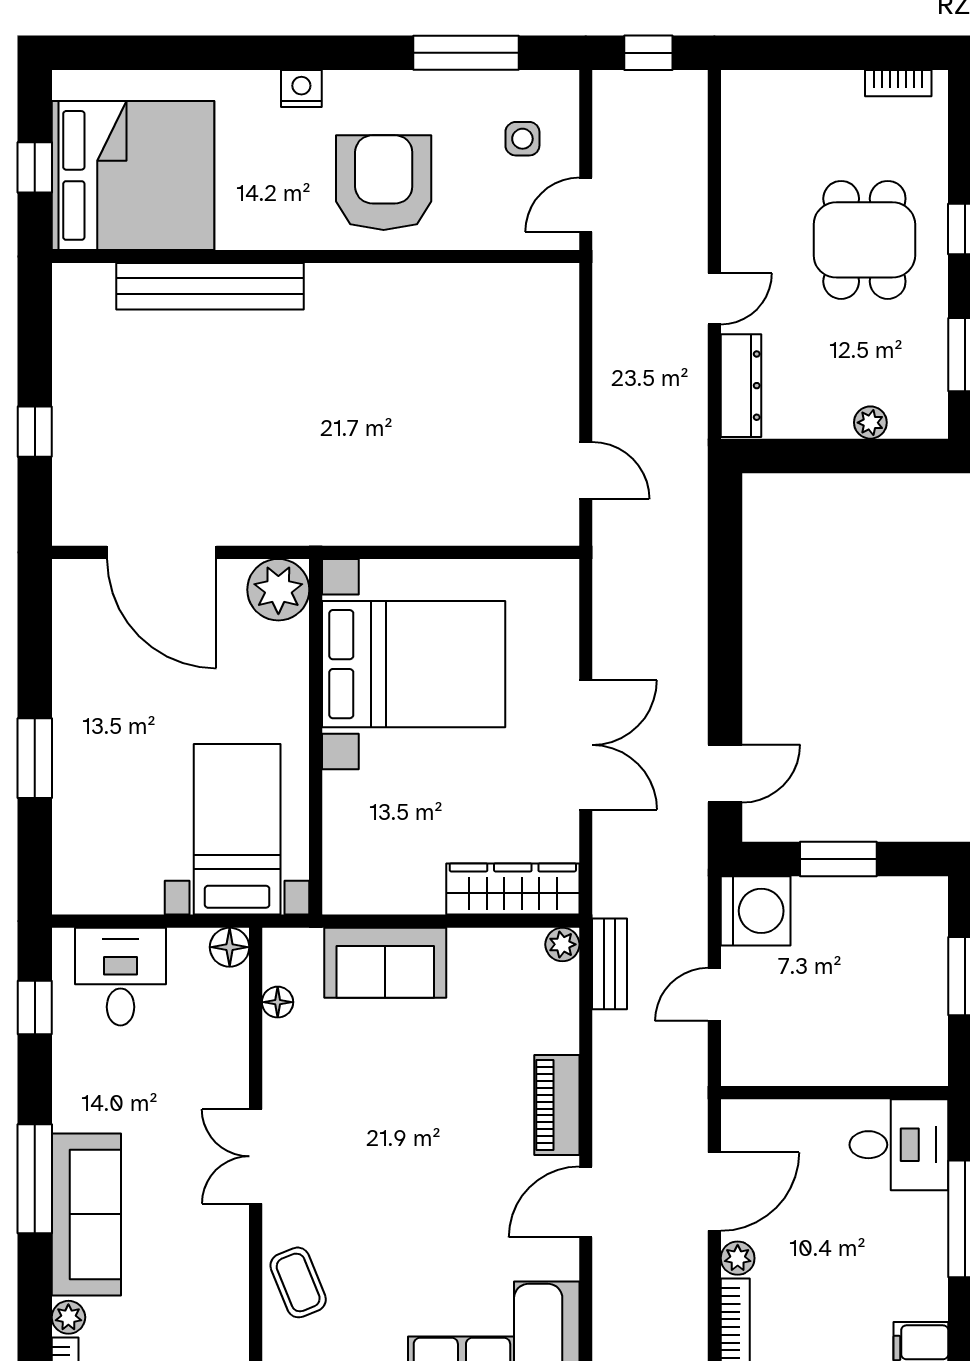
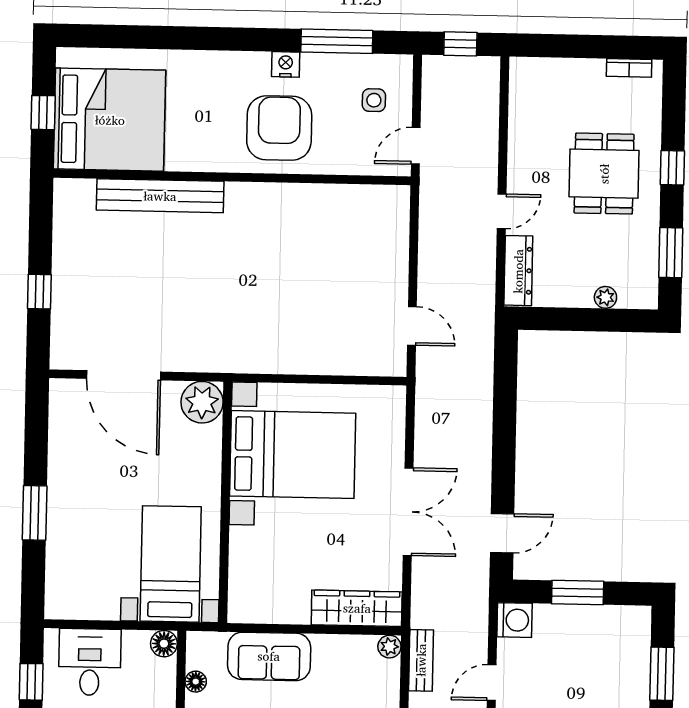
nightstand: (301, 89) -> (286, 64), moved
washing machine: (756, 911) -> (515, 620), width x0.73, depth x0.73

